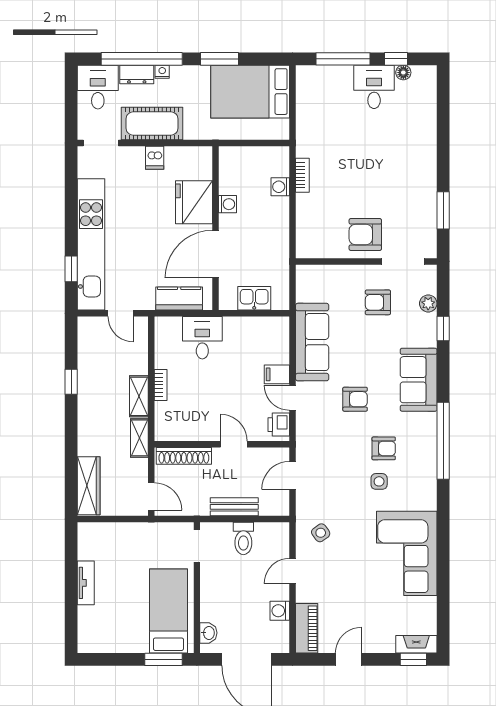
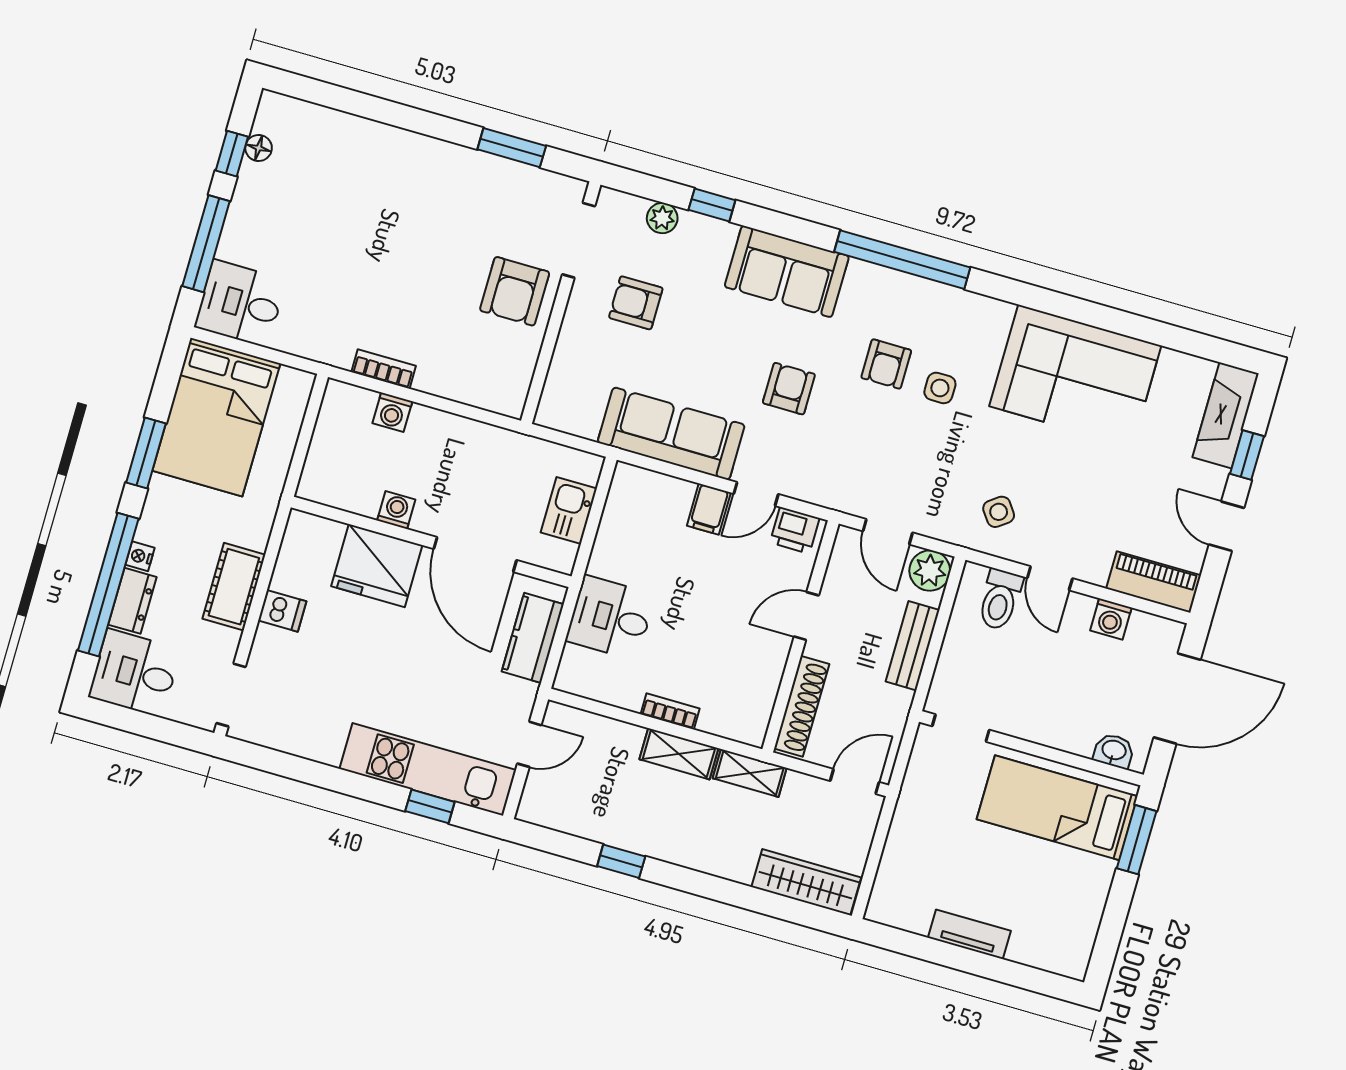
desk: (374, 87) -> (240, 303), moved
cot: (152, 123) -> (234, 587), width x0.73, depth x0.75
kitchen unit: (91, 244) -> (428, 769), width x0.73
armchair: (378, 302) -> (636, 303), turned 90
armchair: (384, 448) -> (886, 364), turned 180
plant: (278, 504) -> (930, 571), added
toilet: (243, 538) -> (1000, 600), moved, turned 90
fireplace: (416, 644) -> (1226, 415), width x1.37, depth x1.32
window: (413, 659) -> (1247, 455), moved

